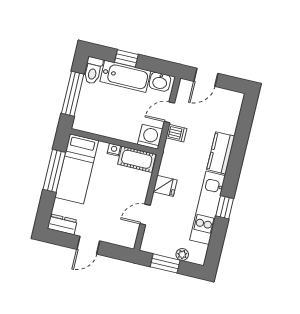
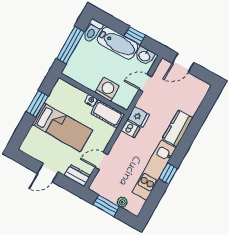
window: (126, 58) -> (135, 36), moved
dishwasher: (176, 133) -> (131, 129), moved
washing machine: (150, 137) -> (107, 89), moved
bed: (77, 169) -> (62, 127), moved, turned -90
window: (54, 171) -> (37, 104), width x0.69
fridge: (165, 186) -> (139, 117), moved
dresser: (62, 224) -> (77, 175), moved

